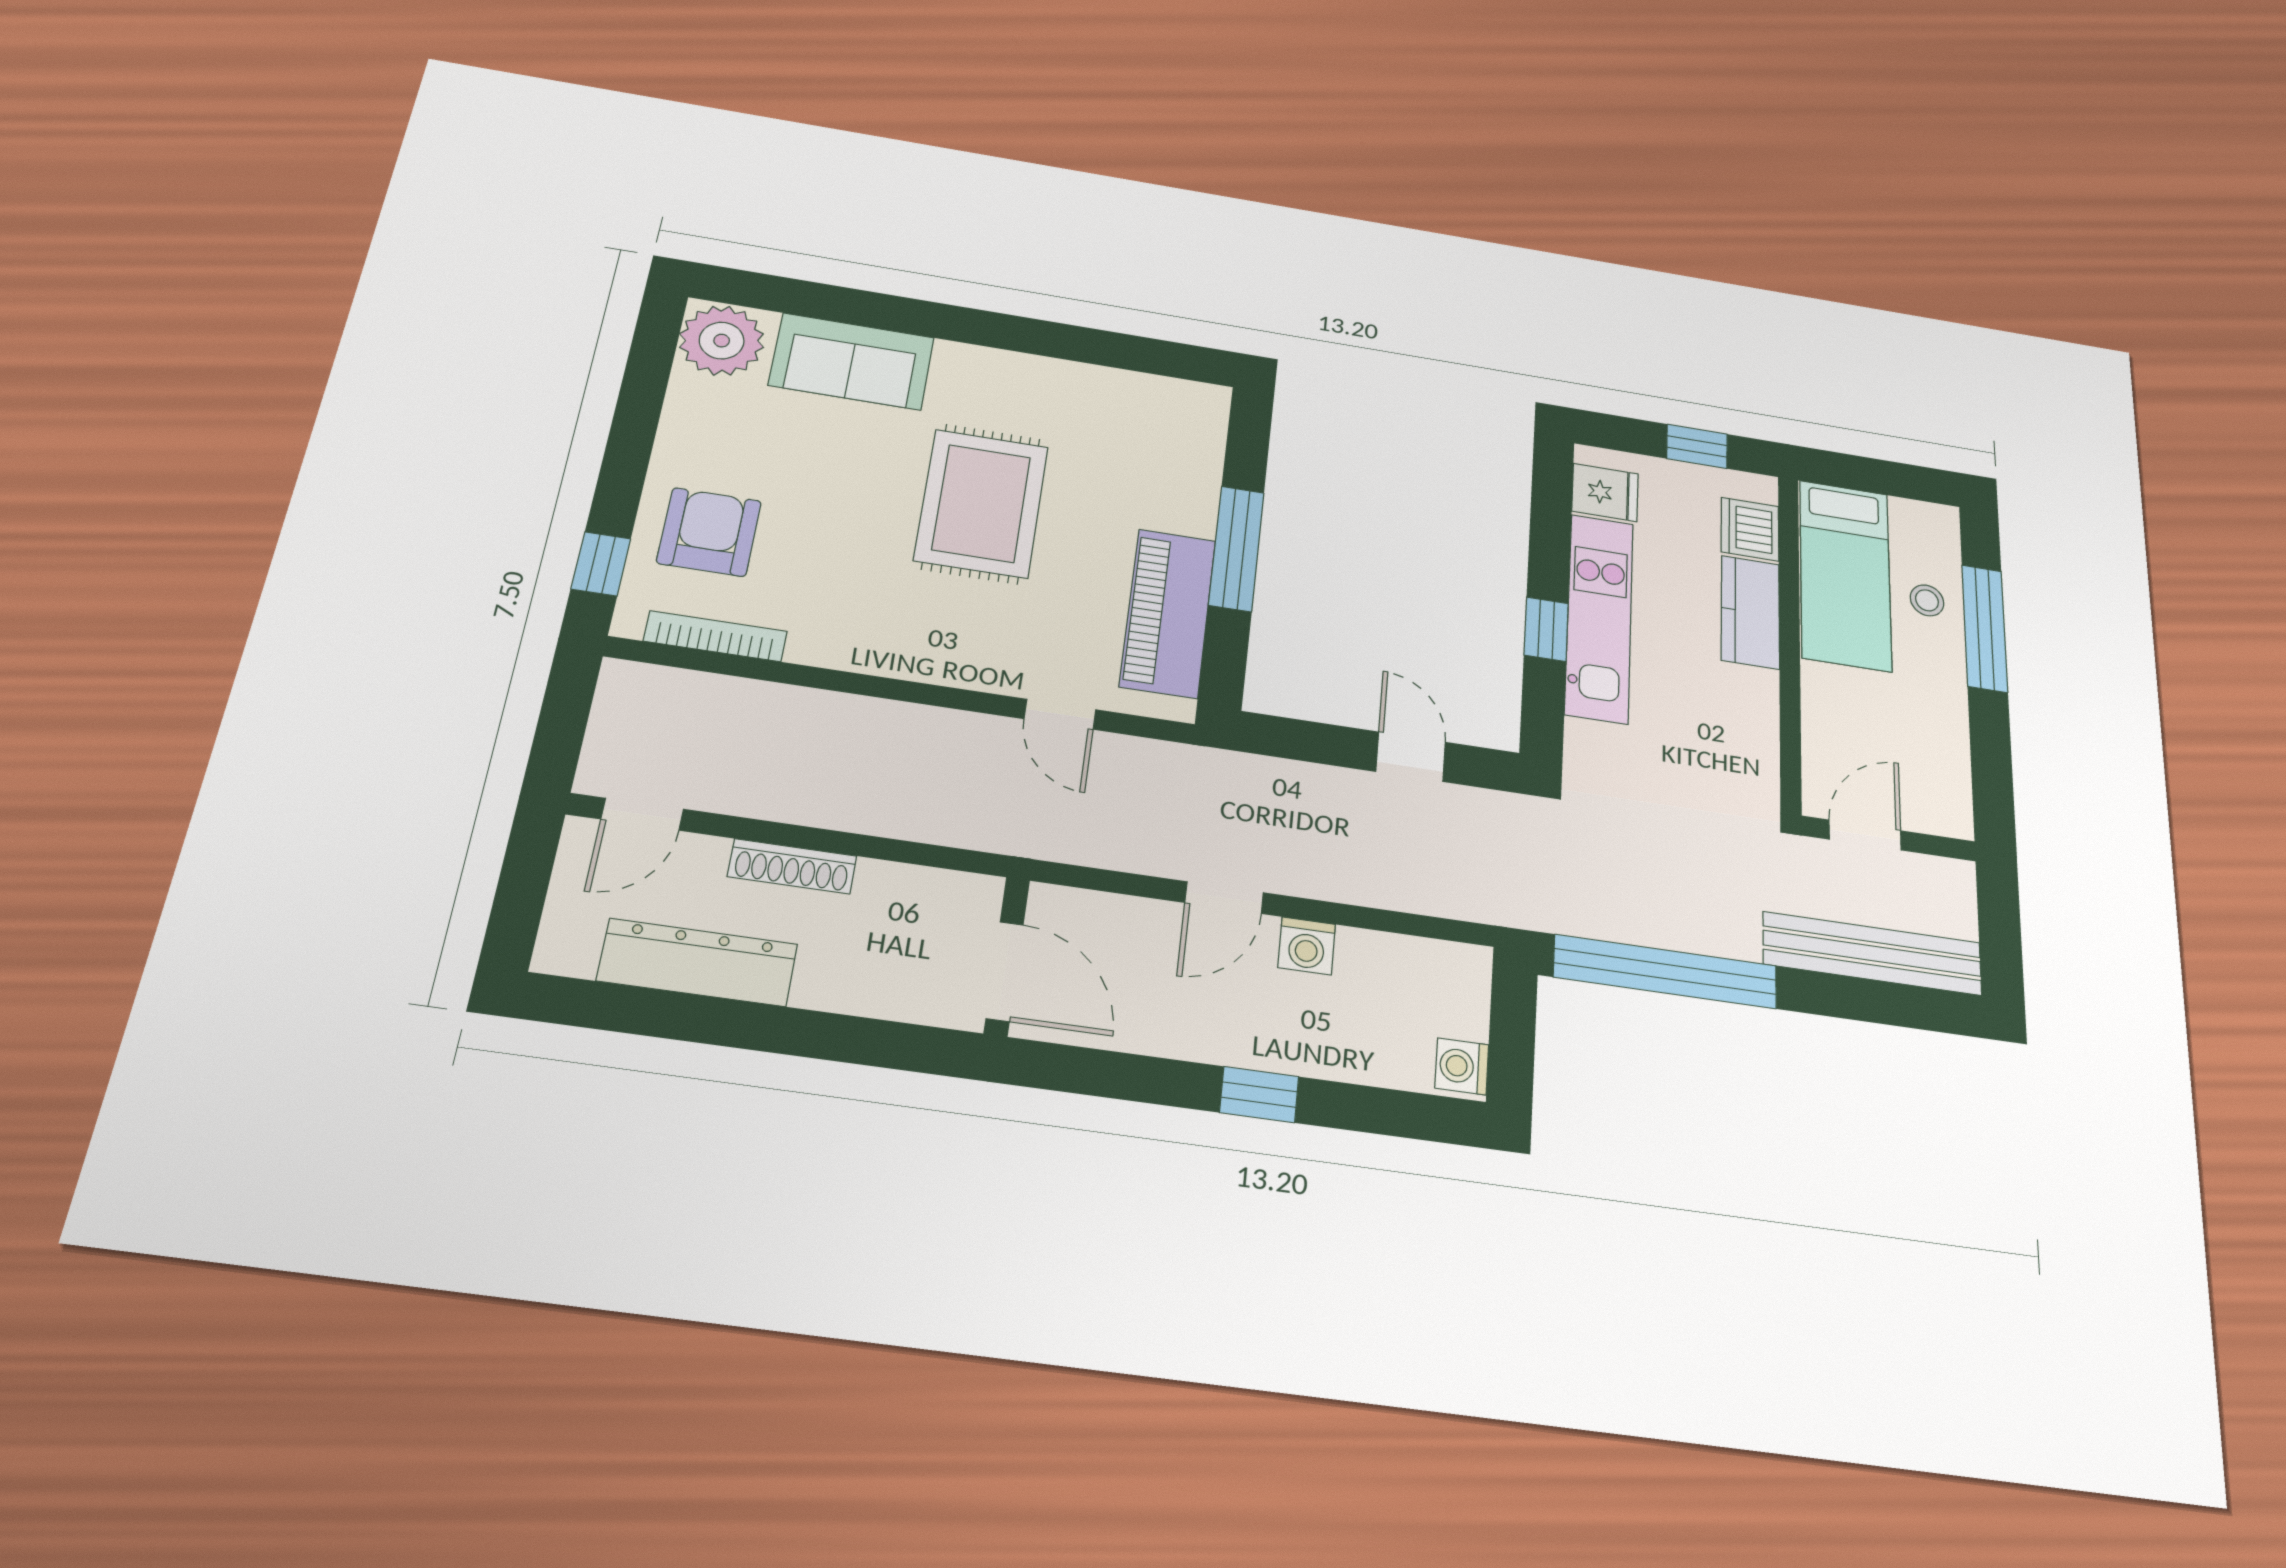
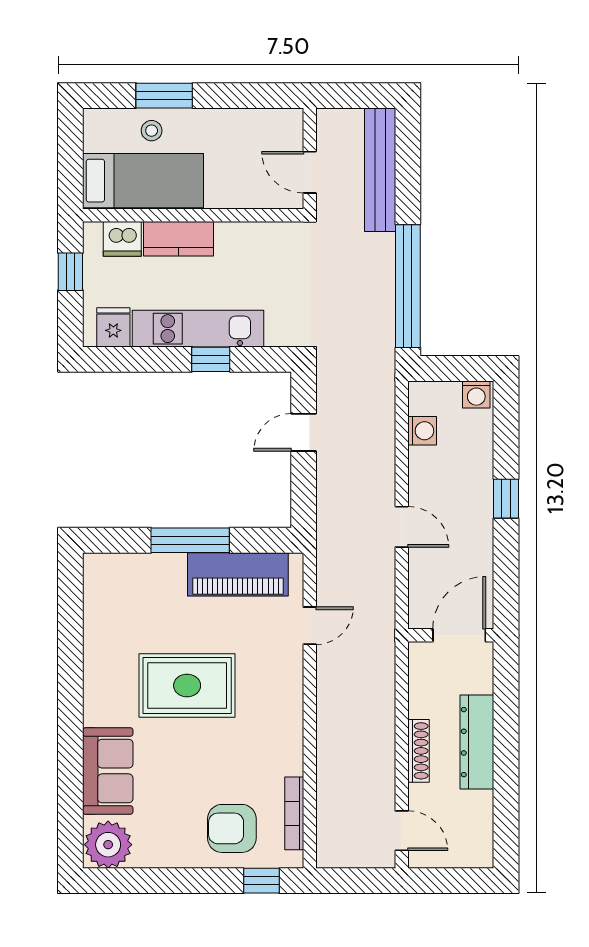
window: (1985, 628) -> (164, 96), width x0.69
washing machine: (1307, 946) -> (422, 431), moved
dresser: (698, 962) -> (477, 742), moved

